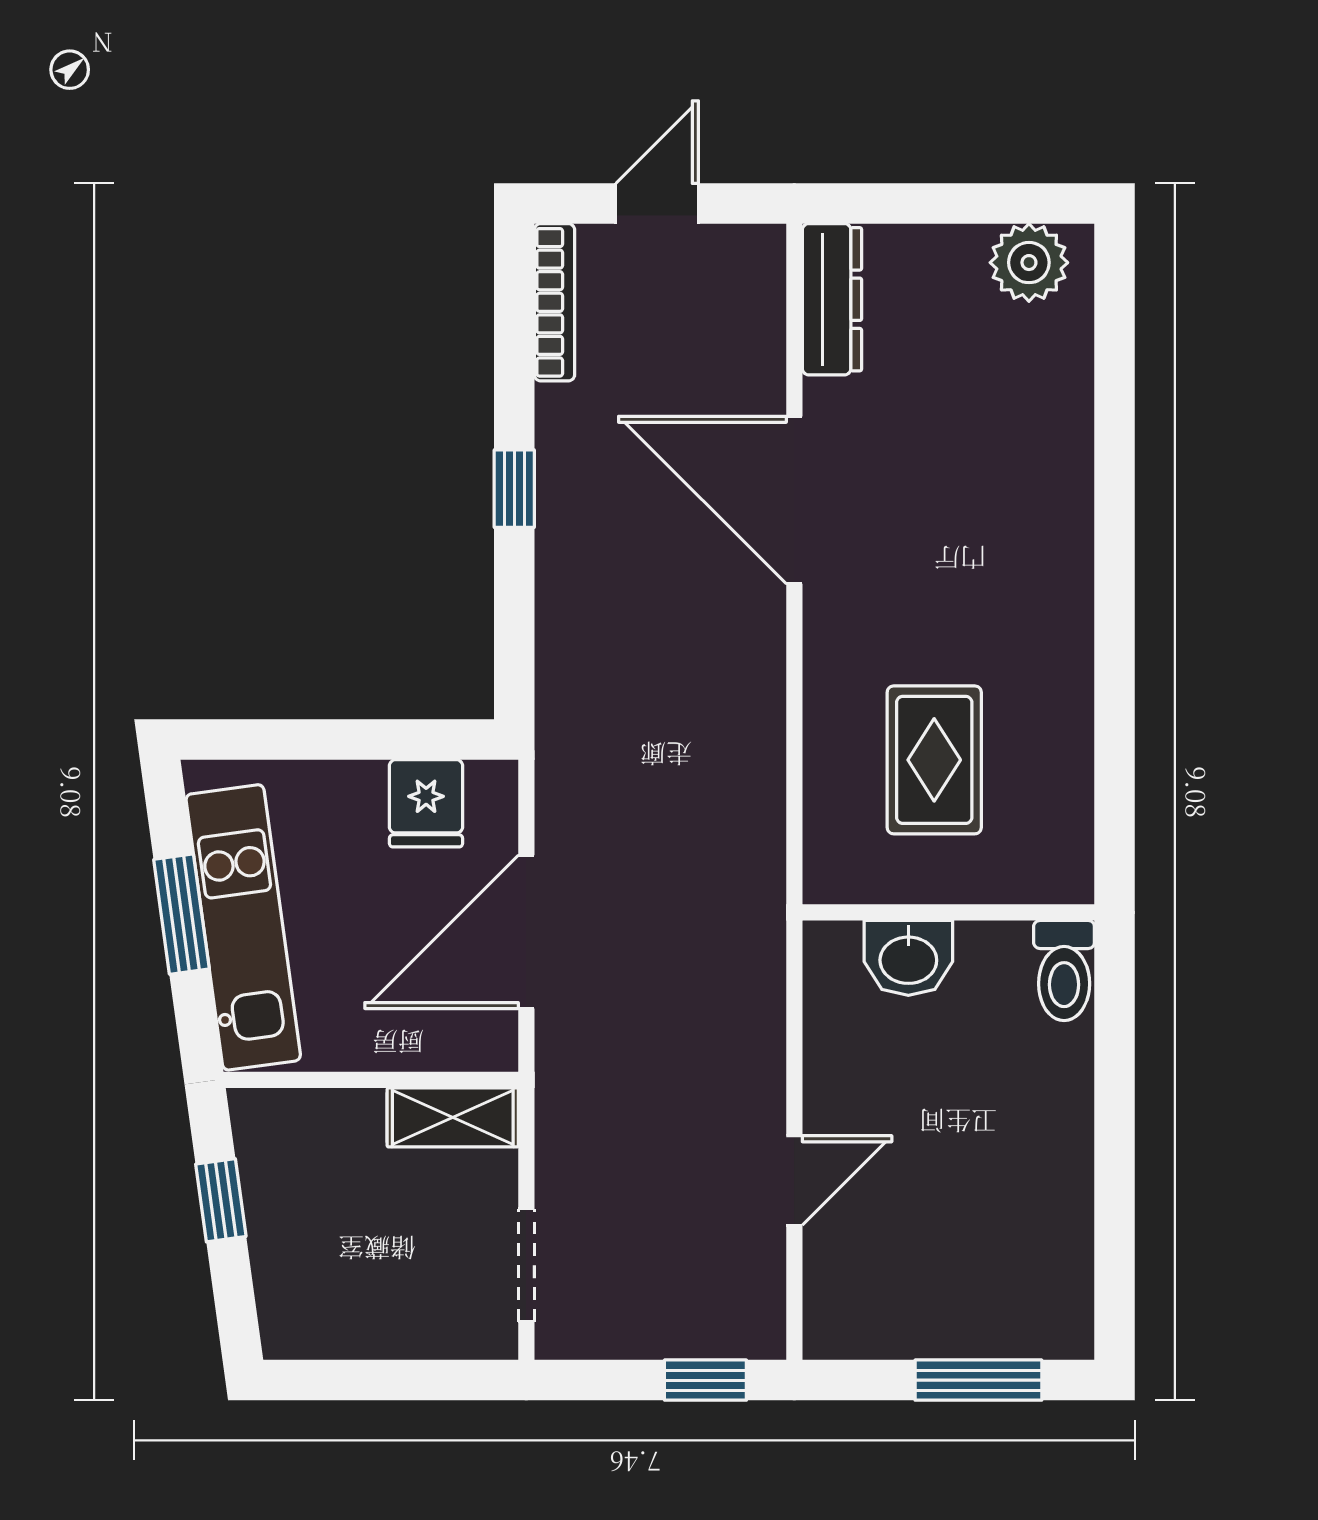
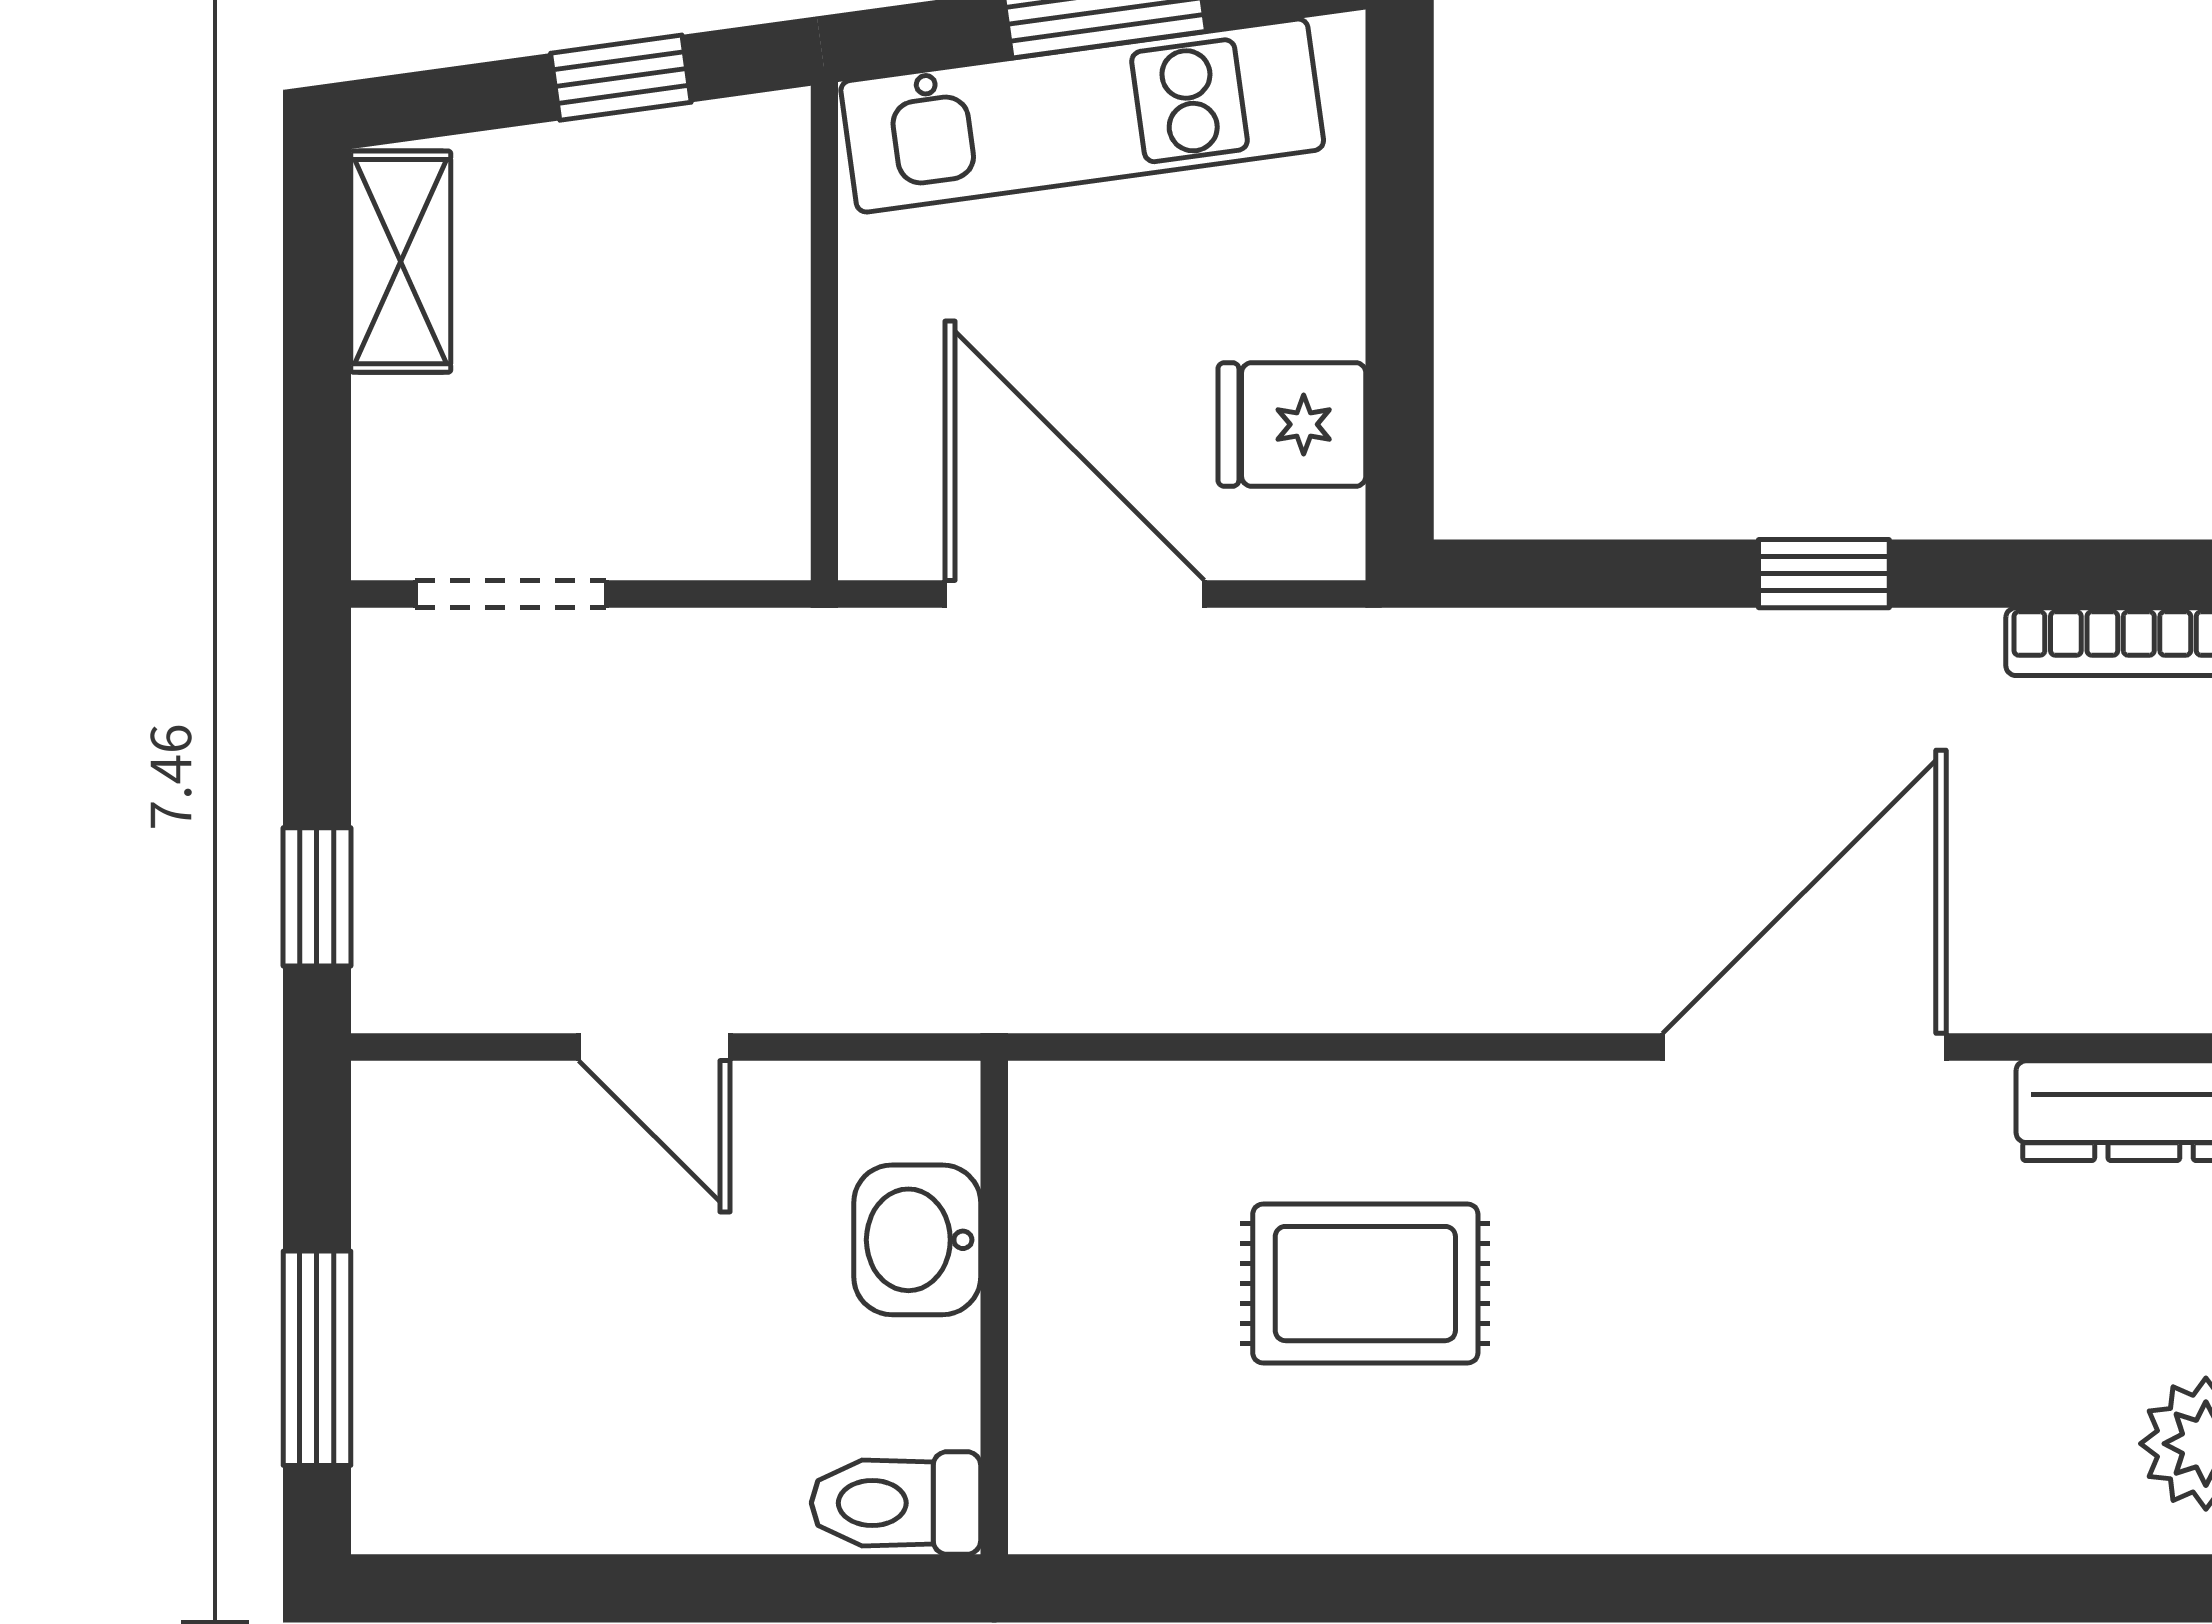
wall: (948, 912) -> (994, 1308), moved
washbasin: (908, 958) -> (917, 1240), moved
toilet: (1064, 971) -> (896, 1503), moved
shelving: (453, 1117) -> (401, 262), moved

